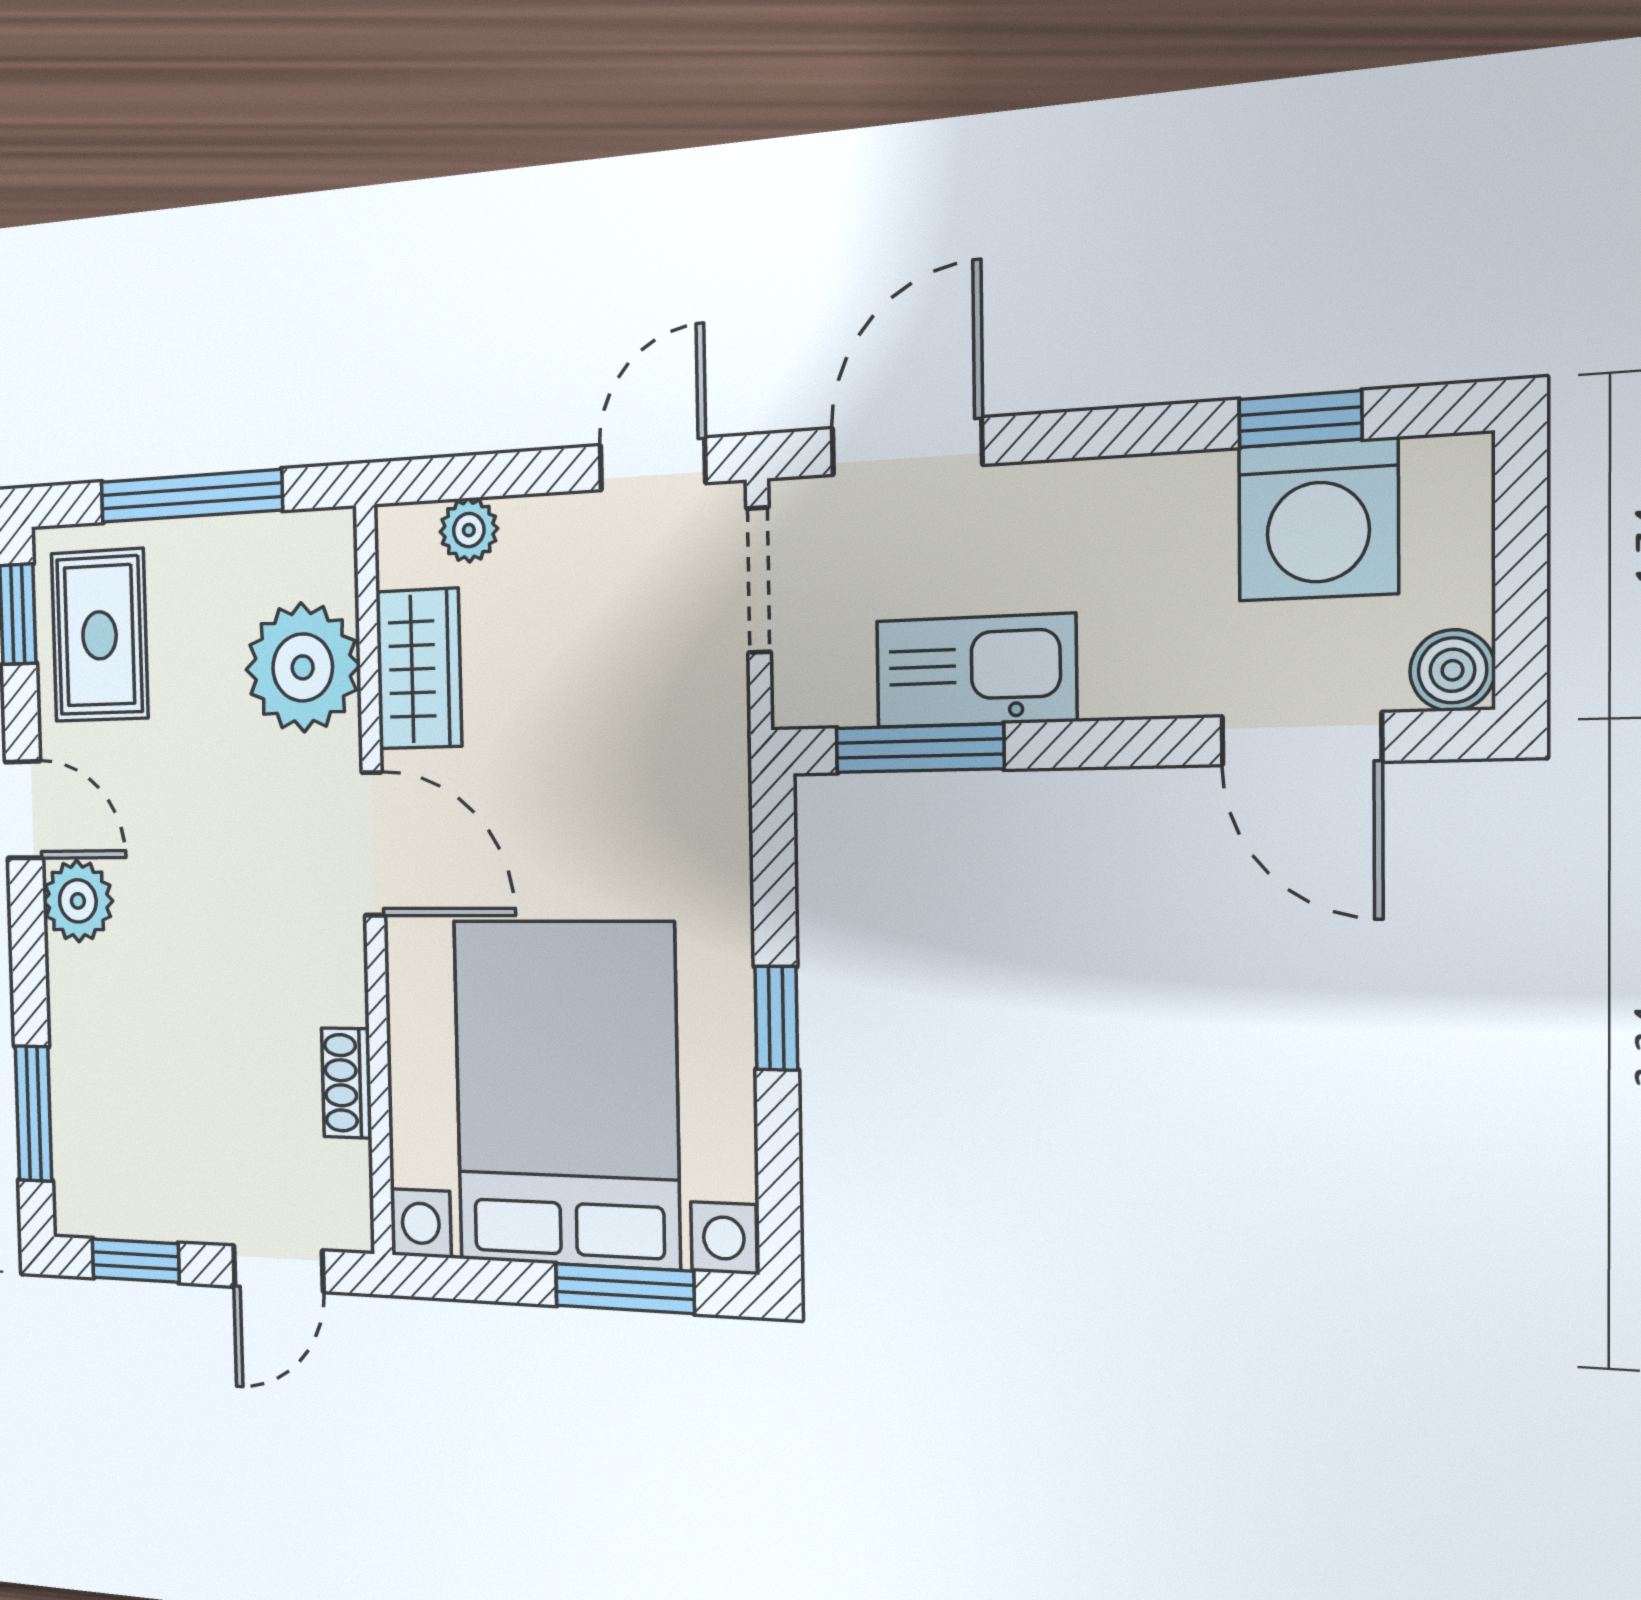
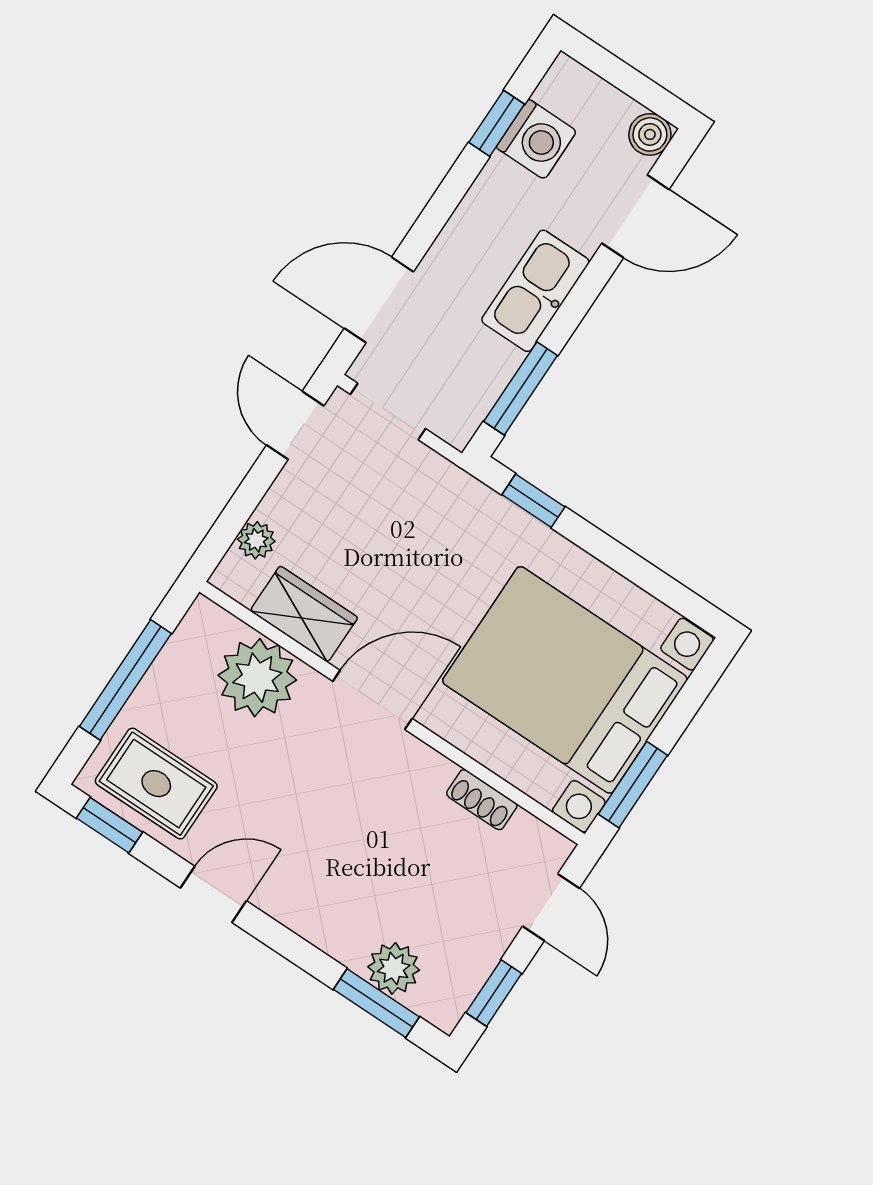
door: (907, 446) -> (379, 300), hinge flipped
washing machine: (1318, 520) -> (536, 139), width x0.73, depth x0.73
kitchen sink: (976, 671) -> (535, 291), moved
plant: (78, 901) -> (394, 968), moved
window: (776, 1018) -> (533, 501), moved
window: (624, 1288) -> (633, 785), moved

